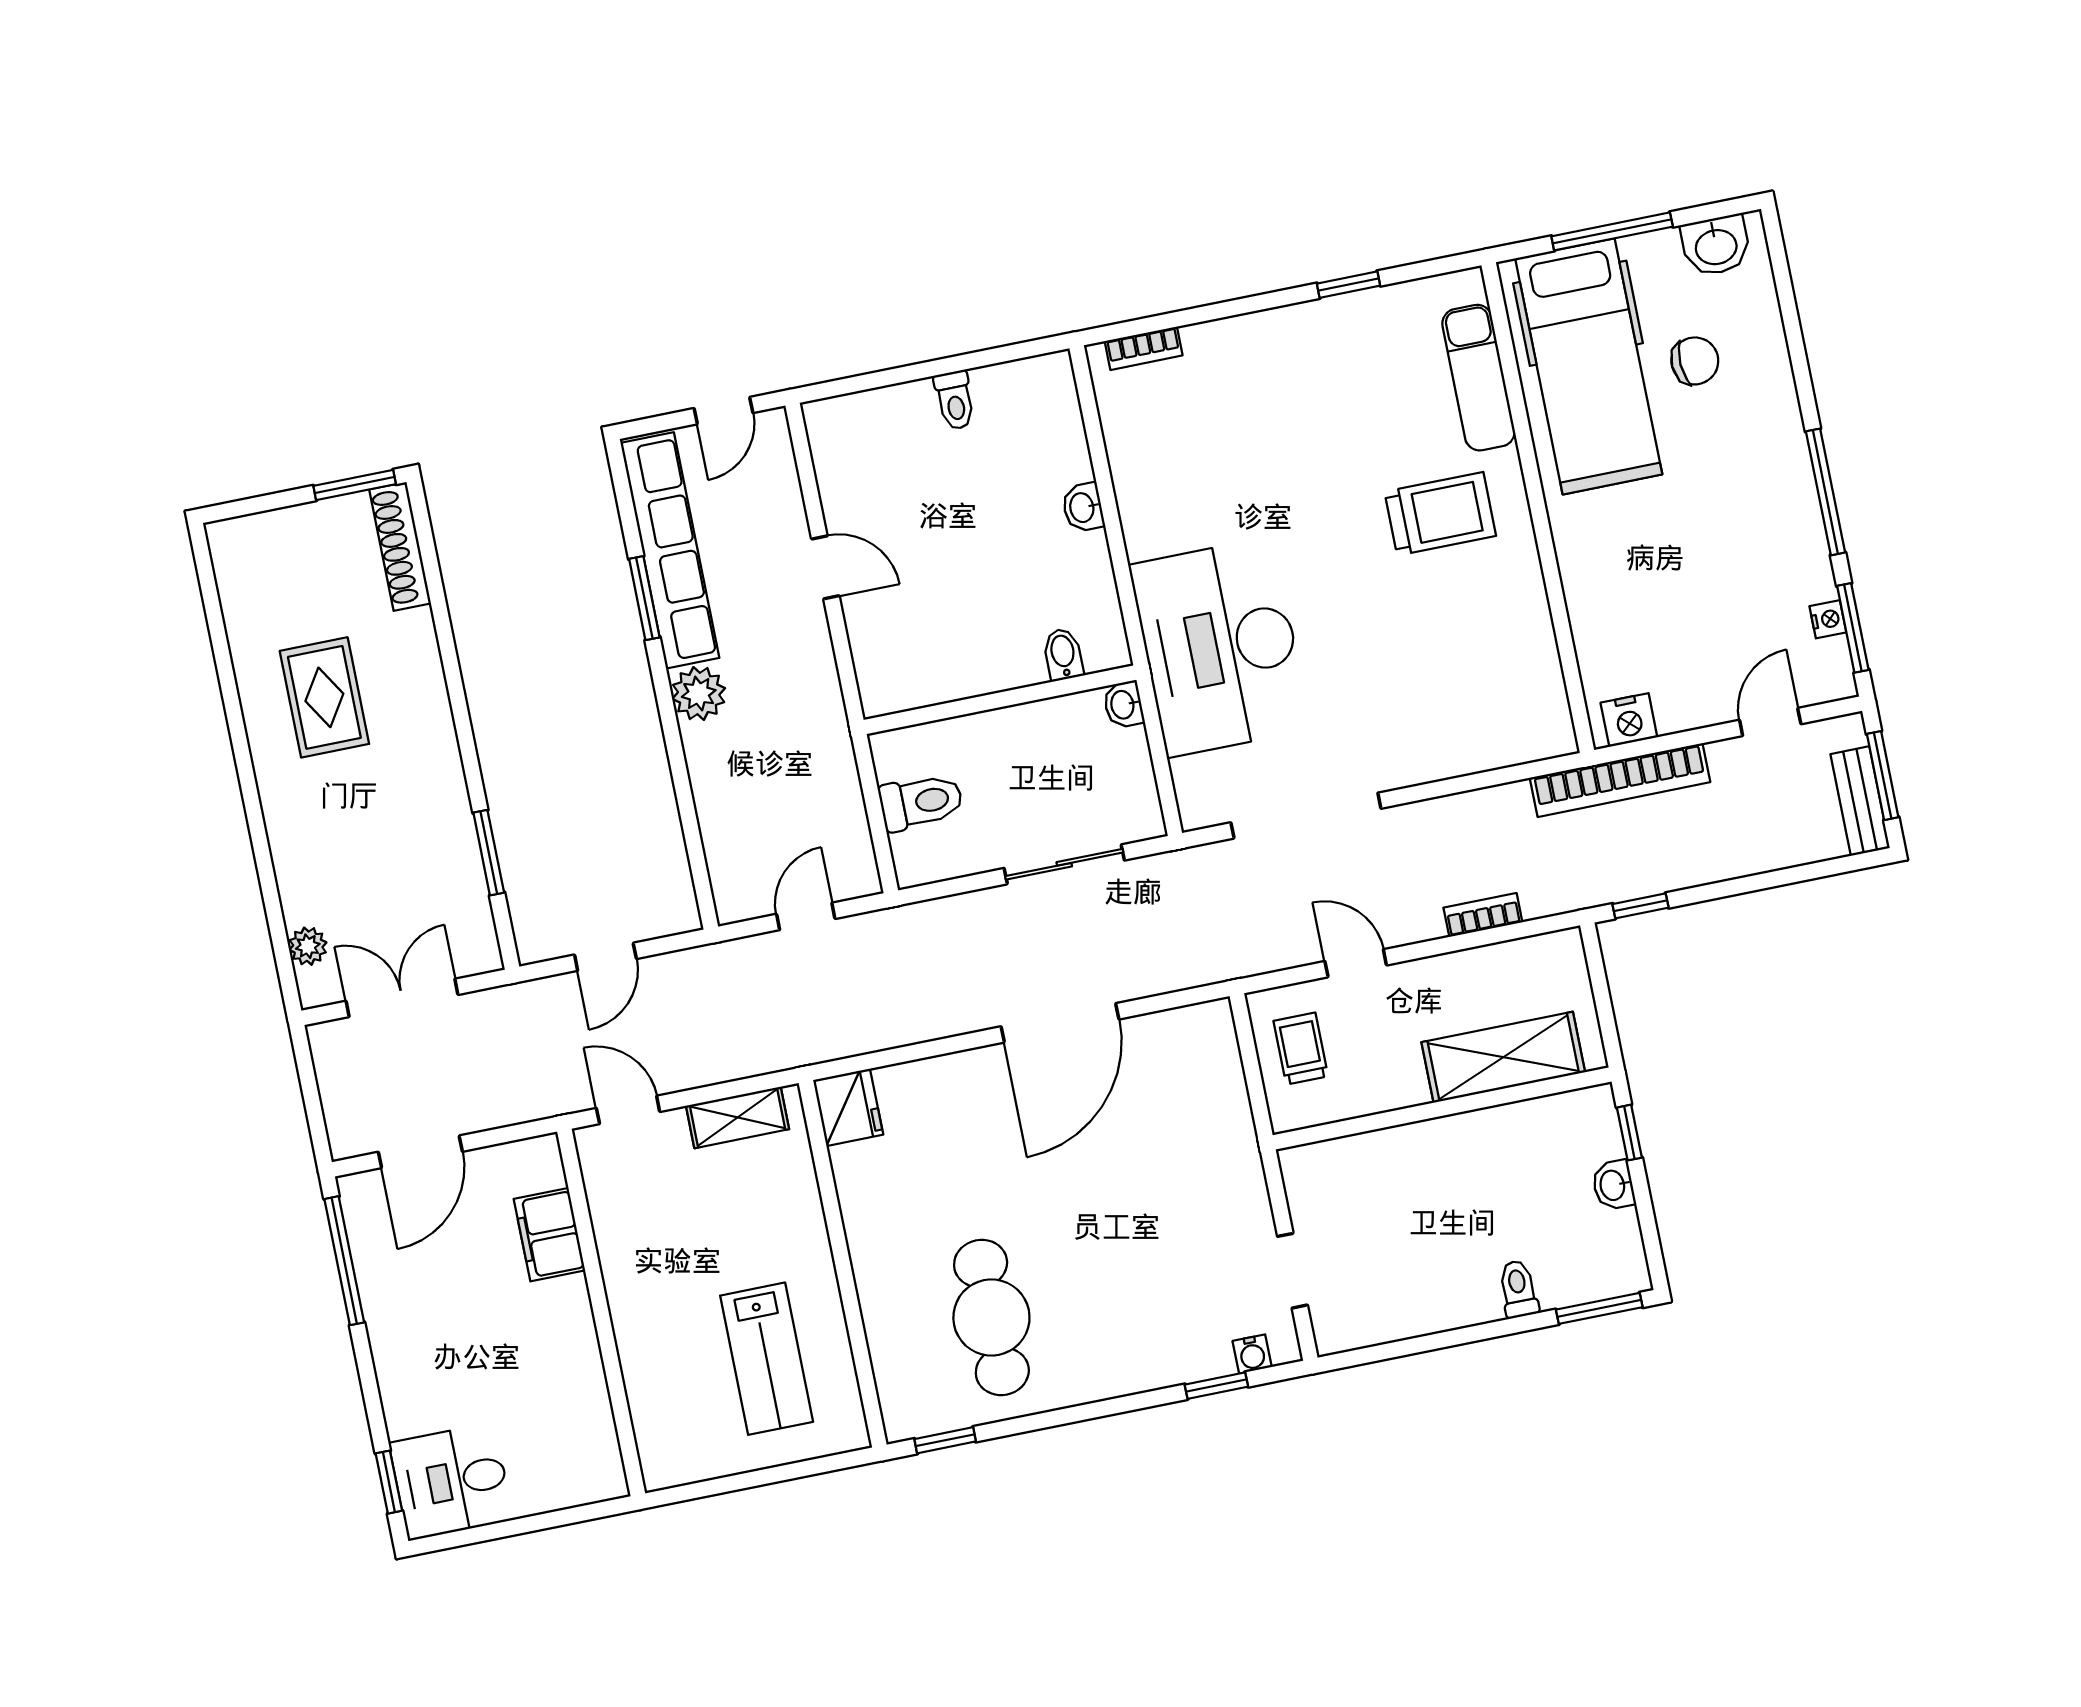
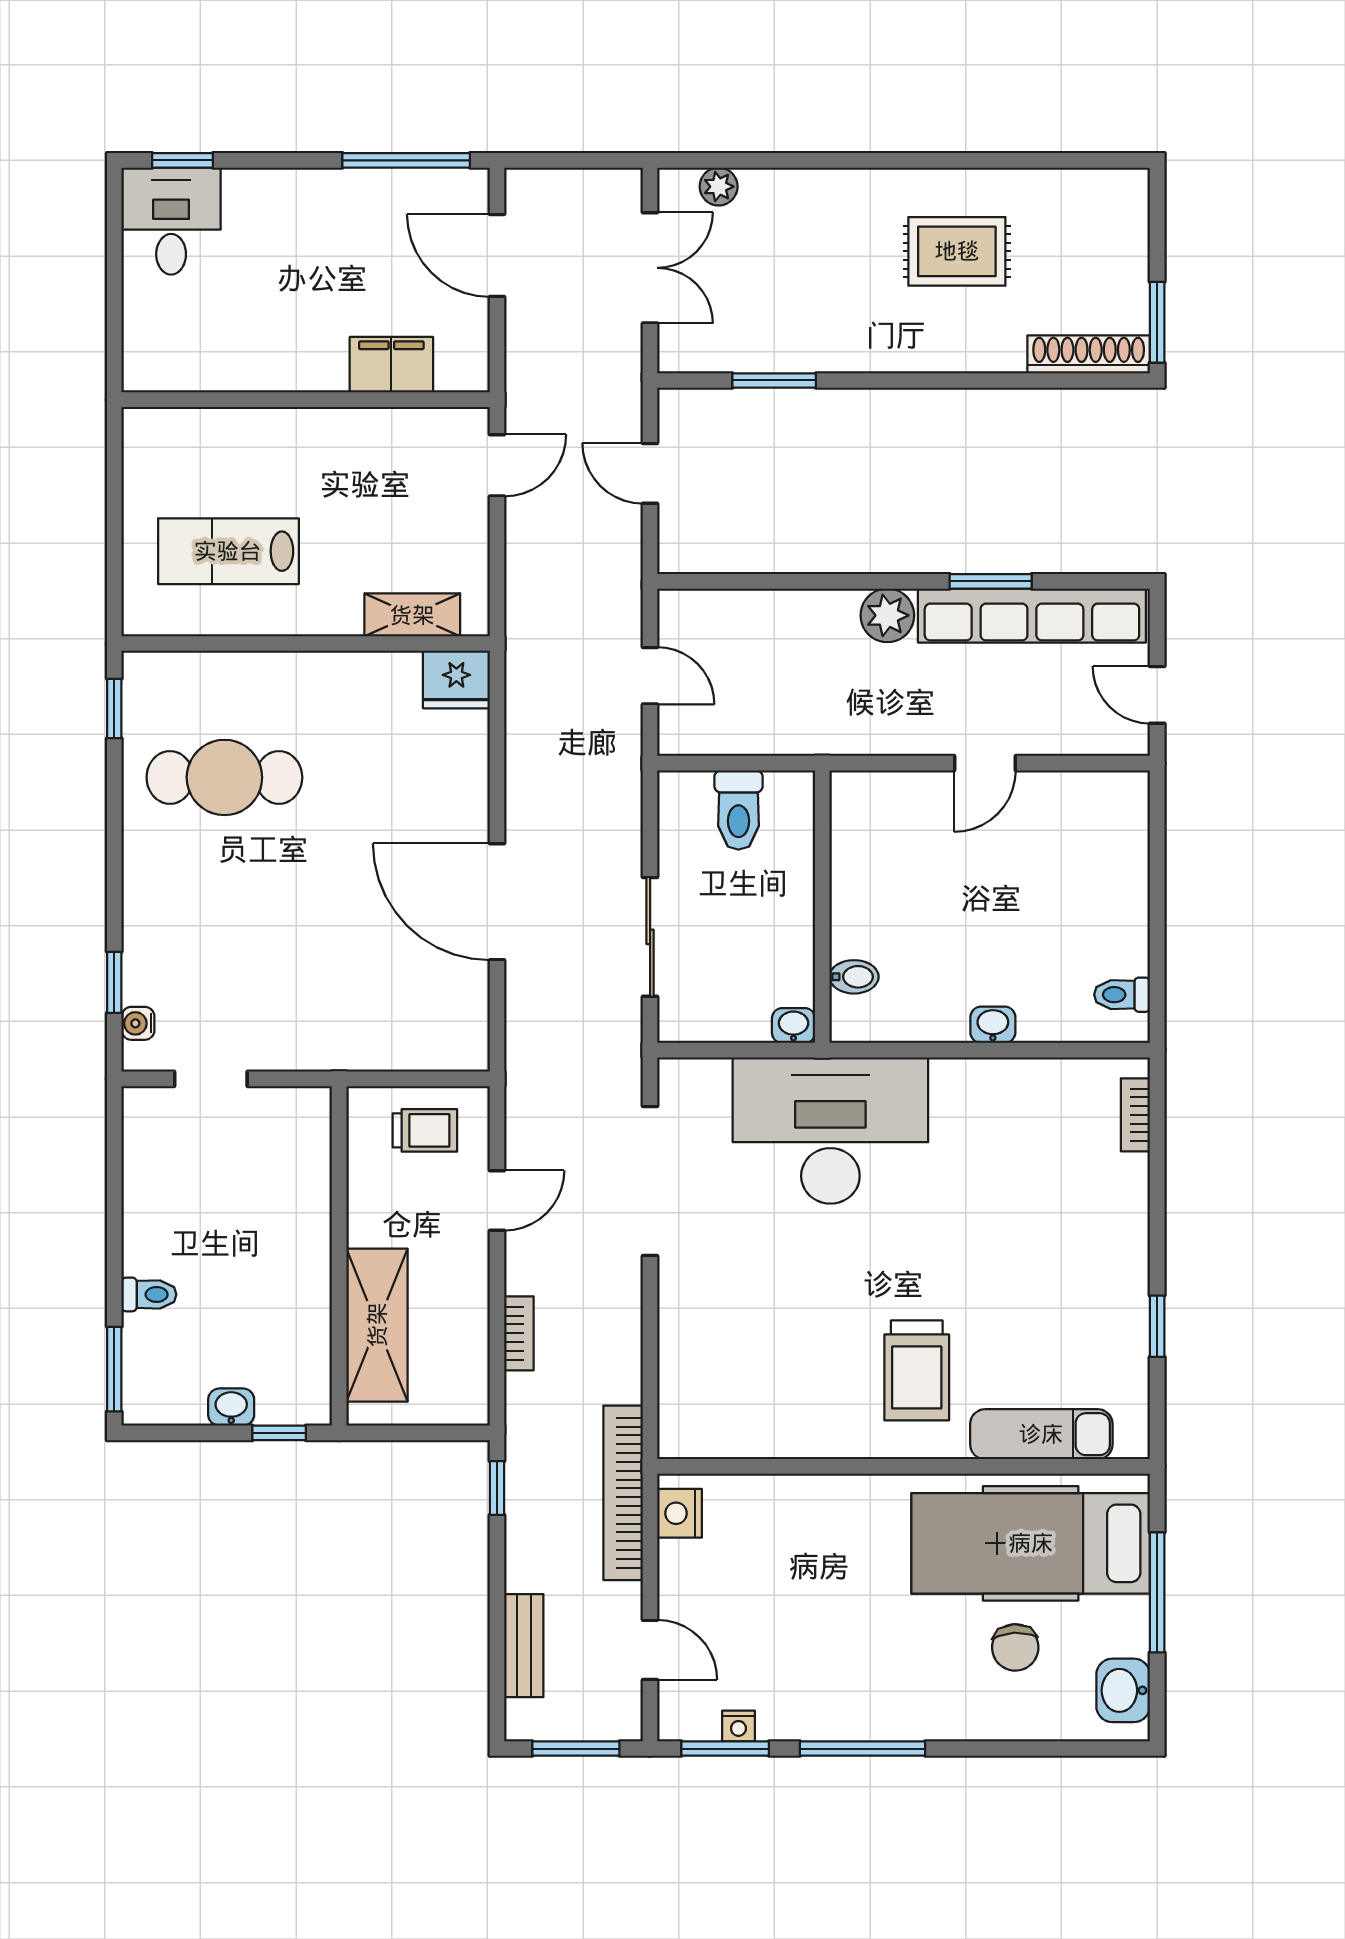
toilet: (955, 400) -> (1122, 995), moved
bench: (1860, 801) -> (524, 1646), moved, turned 90
shelving: (738, 1117) -> (412, 615), moved, turned 90

